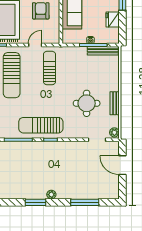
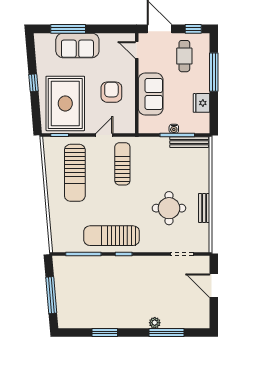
plant: (114, 132) -> (204, 245), removed
plant: (51, 195) -> (155, 323), moved

